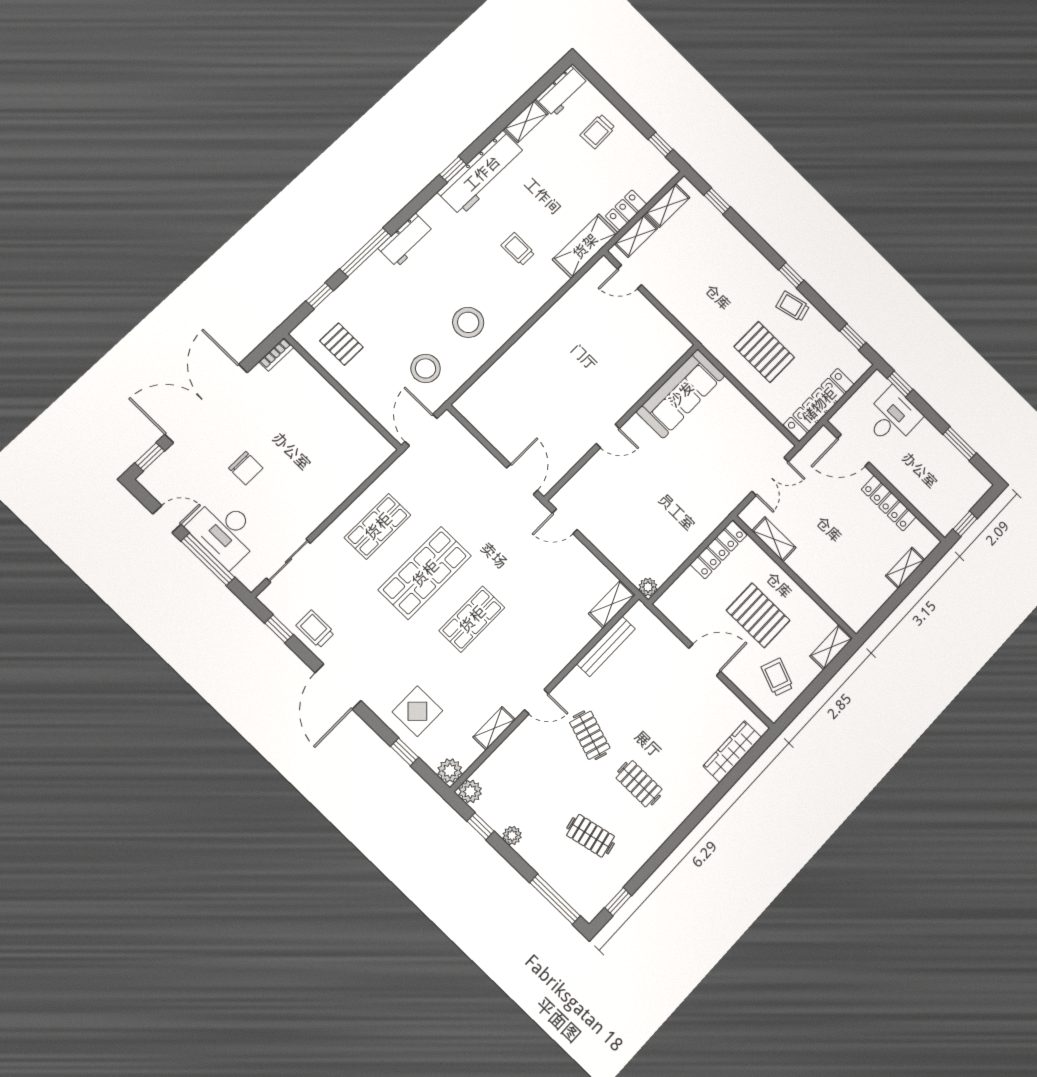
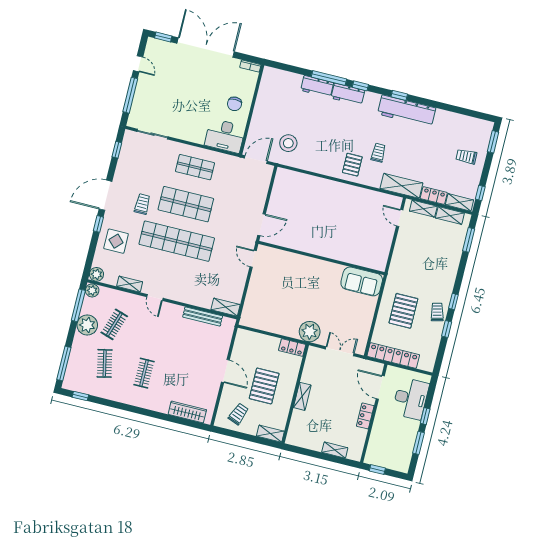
window: (599, 83) -> (493, 142), added
workbench: (562, 91) -> (317, 86), moved
shelving: (526, 121) -> (460, 202), moved
window: (717, 201) -> (469, 240), width x1.50
window: (320, 296) -> (360, 86), moved
stool: (468, 322) -> (325, 150), removed
window: (853, 337) -> (447, 329), moved
pallet: (341, 344) -> (352, 165), moved
window: (900, 384) -> (425, 416), moved
sofa: (681, 394) -> (362, 281), width x0.73
desk: (892, 417) -> (411, 399), width x1.37
door: (608, 436) -> (310, 255), removed
chair: (246, 468) -> (235, 104), moved
double door: (770, 476) -> (340, 351), swing flipped
locker: (889, 503) -> (365, 416), width x0.66
desk: (224, 532) -> (225, 136), moved, turned -90
shelving: (774, 539) -> (302, 396), moved
locker: (719, 550) -> (292, 348), width x0.66
plant: (648, 587) -> (310, 332), moved, width x1.88, depth x1.88
shop shelf: (472, 619) -> (177, 241), width x2.00, depth x1.36
trolley: (315, 629) -> (142, 204), moved
clothes rail: (590, 735) -> (114, 324), moved
window: (405, 752) -> (98, 224), moved
window: (480, 826) -> (78, 305), width x2.17
plant: (512, 836) -> (87, 325), width x1.88, depth x1.88

